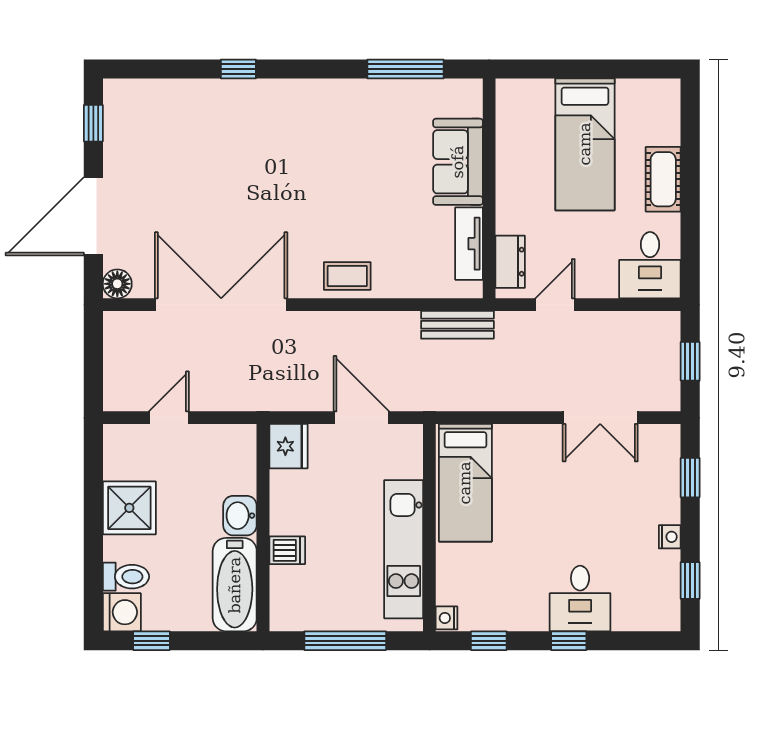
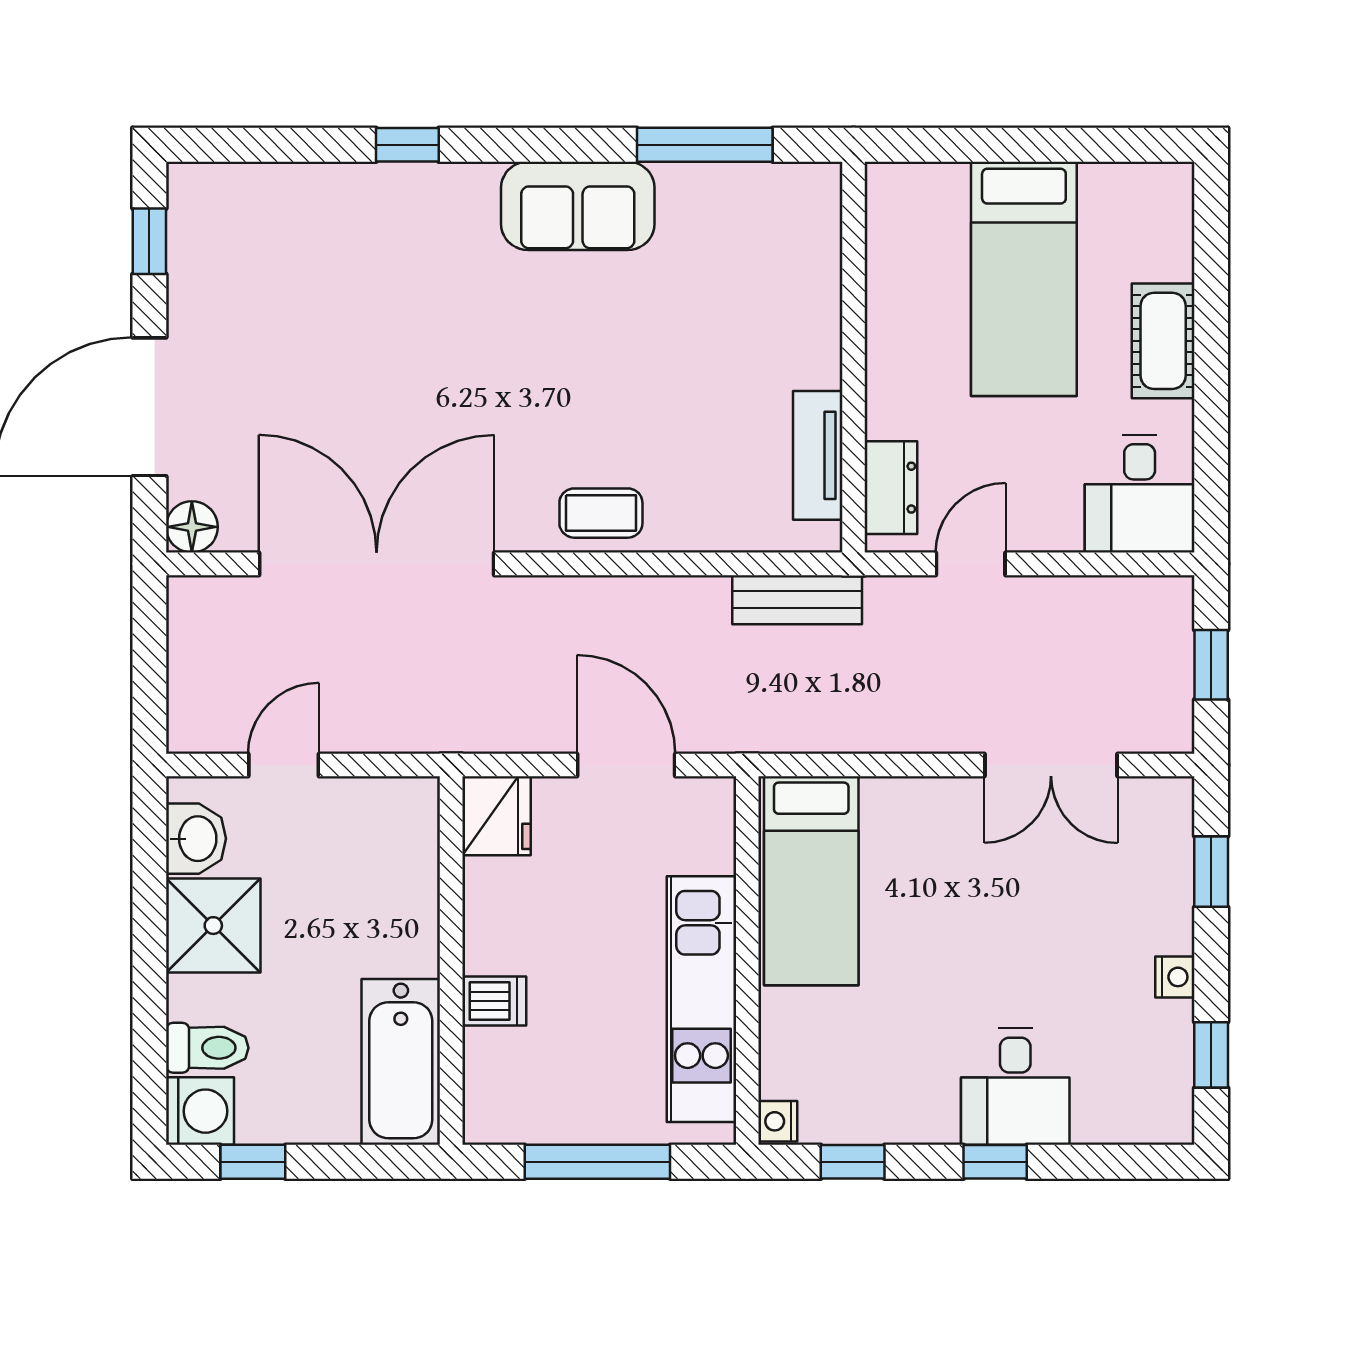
sofa: (458, 162) -> (578, 206), moved, turned -90
washbasin: (240, 516) -> (196, 839), moved, turned 180

